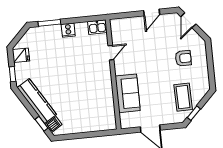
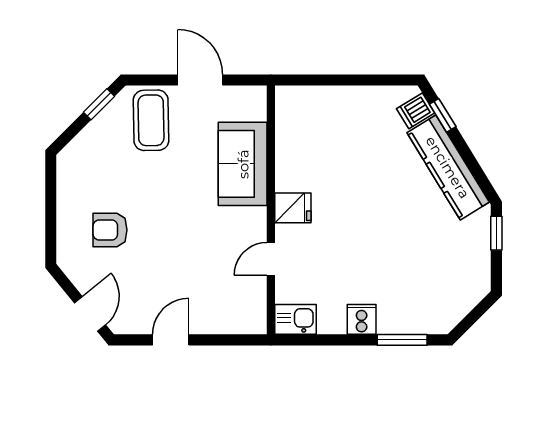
fridge: (21, 55) -> (293, 208), moved, turned 180
coffee table: (183, 97) -> (151, 120), moved

